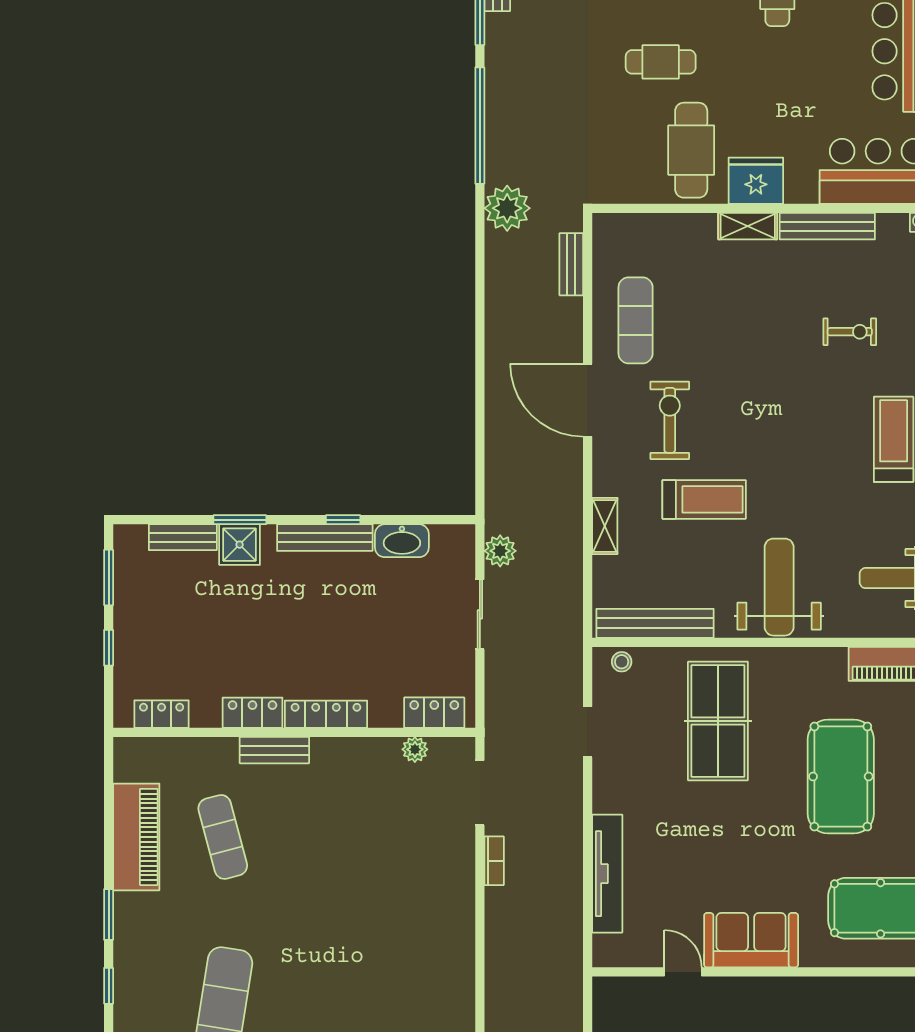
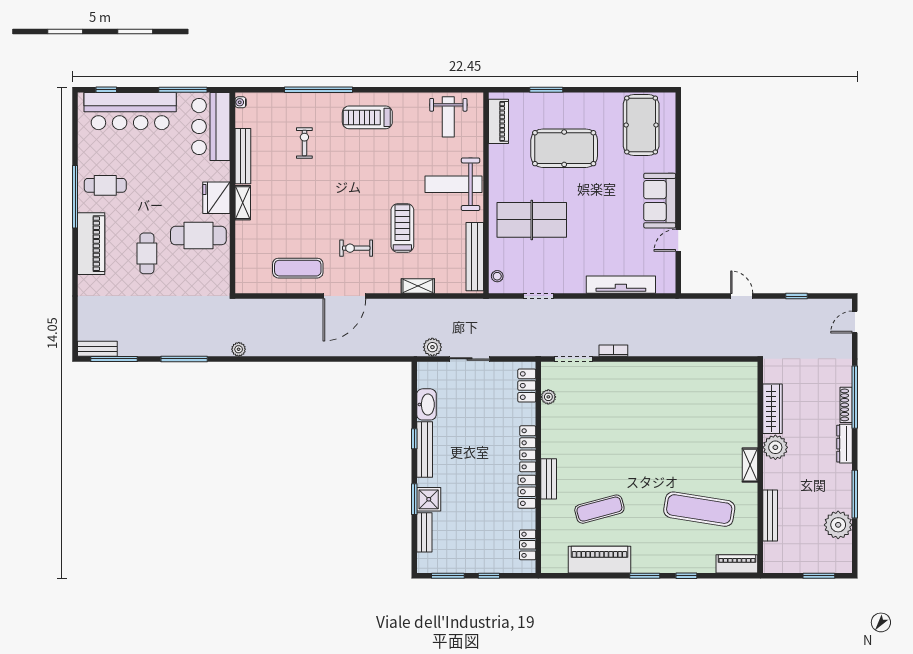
window: (480, 126) -> (184, 359), width x0.68
plant: (507, 208) -> (239, 349), width x0.53, depth x0.53
bench: (571, 264) -> (265, 306), removed
exercise bike: (670, 420) -> (356, 248), width x0.73, depth x0.72

